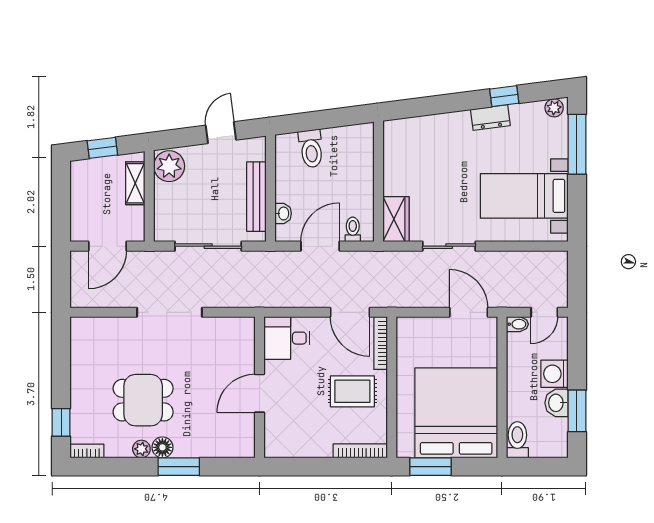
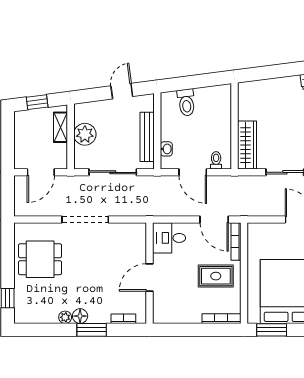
plant: (169, 166) -> (85, 134), moved
wardrobe: (396, 219) -> (247, 145), width x1.50
door: (320, 246) -> (193, 172), swing flipped
dining table: (143, 400) -> (40, 259), moved
bookcase: (87, 451) -> (123, 319), moved

